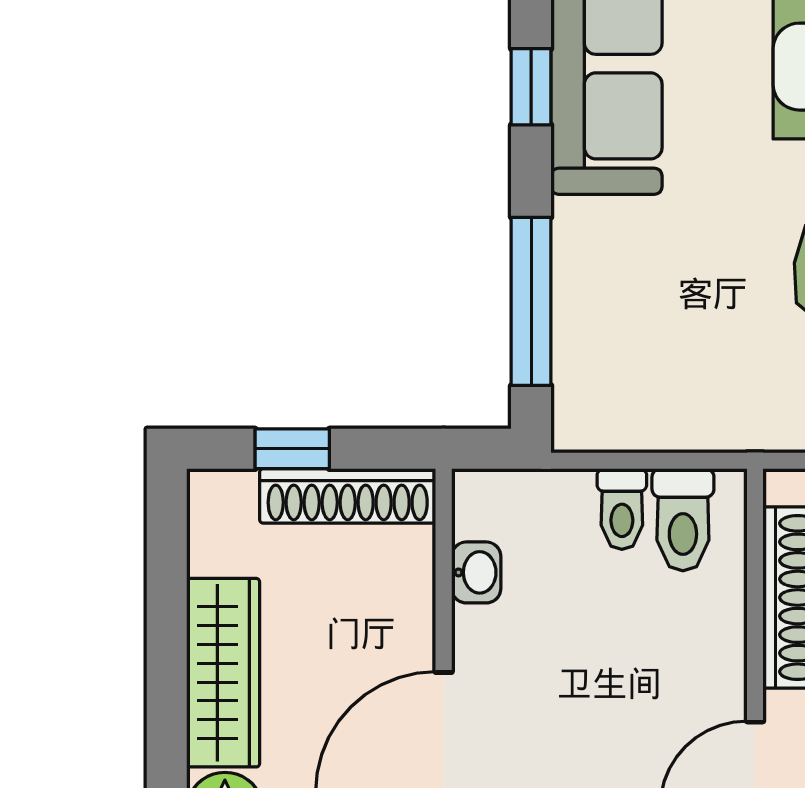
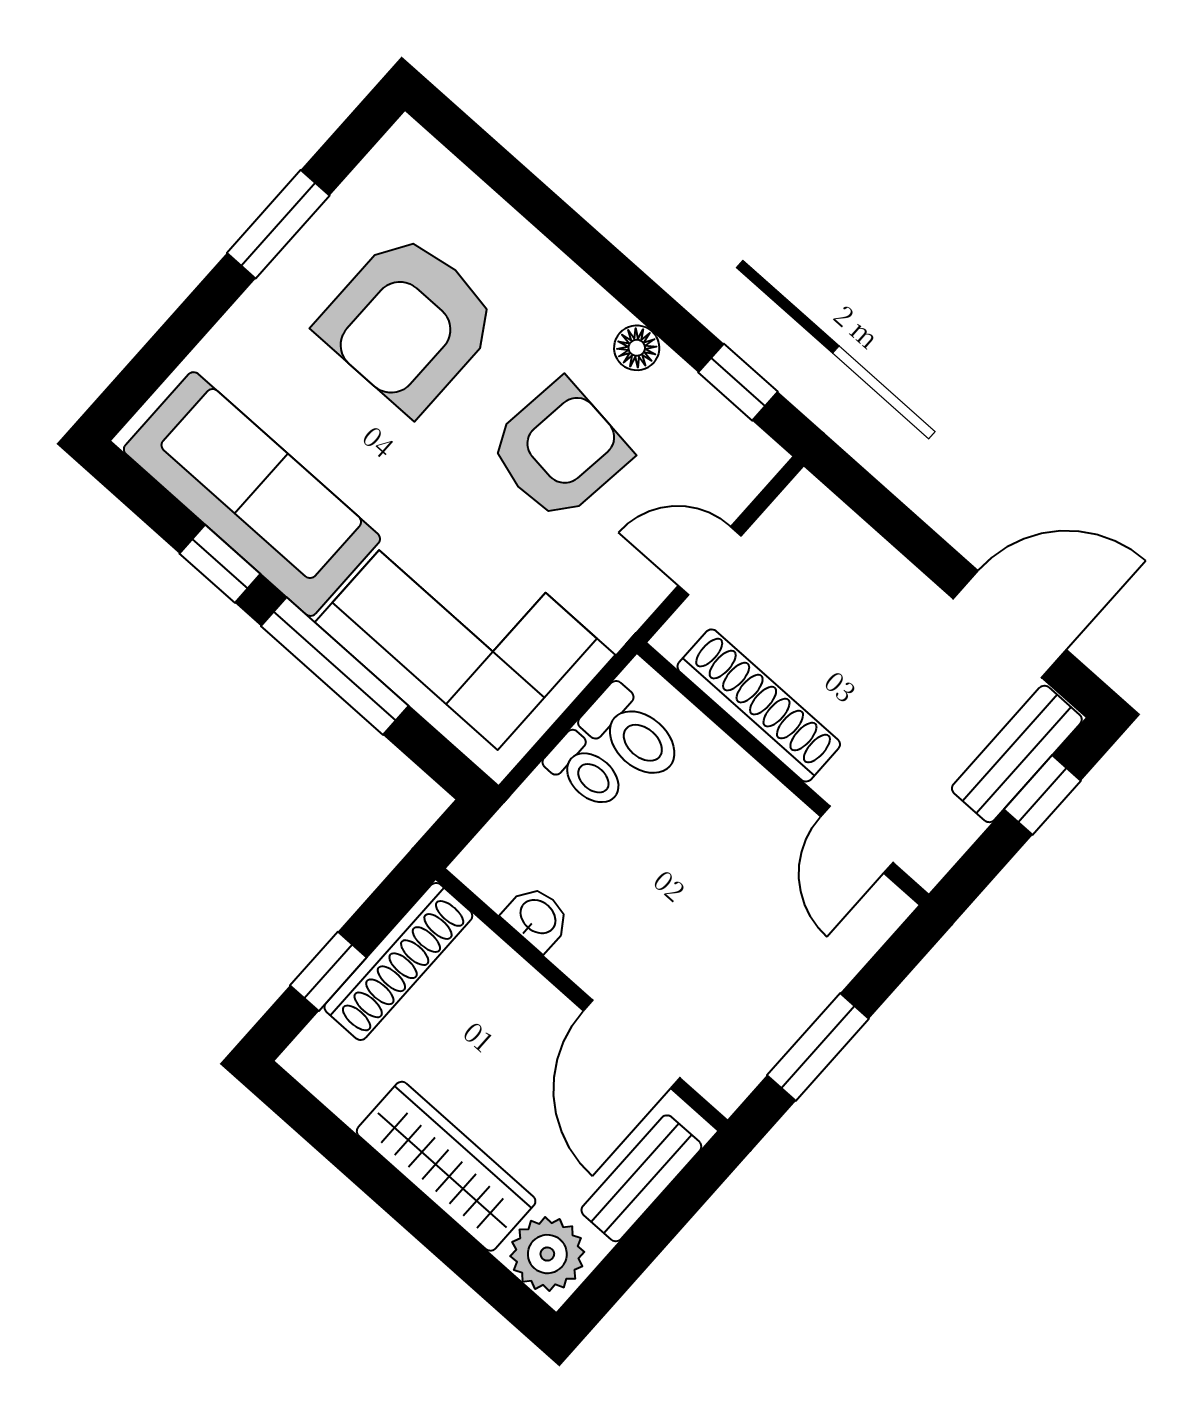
window: (531, 301) -> (335, 666), moved
corner sofa: (641, 326) -> (465, 639), added

